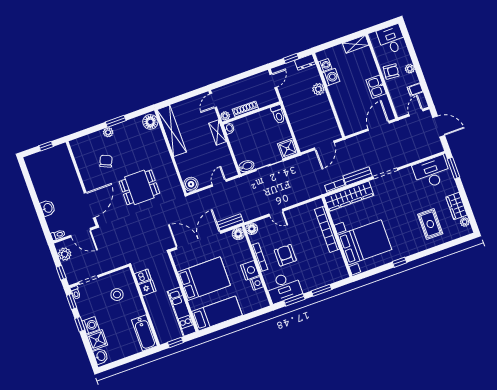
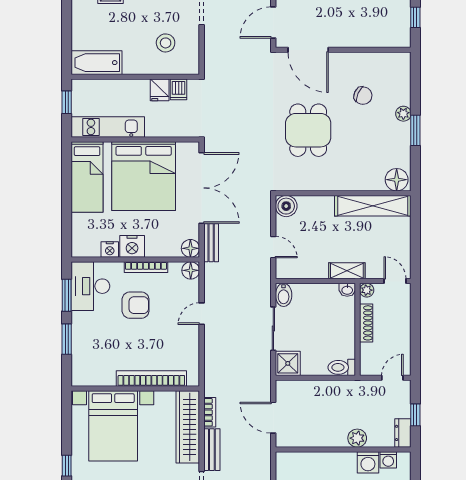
door: (273, 81) -> (392, 378), swing flipped
bed: (204, 279) -> (144, 176), width x1.36

